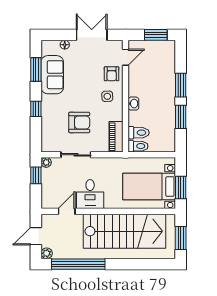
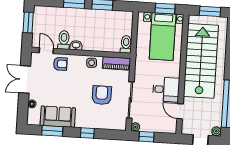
side table: (107, 96) -> (92, 63), moved
washbasin: (133, 104) -> (76, 45), moved
toilet: (139, 133) -> (64, 40), moved
sliding door: (76, 155) -> (130, 100), width x1.37

